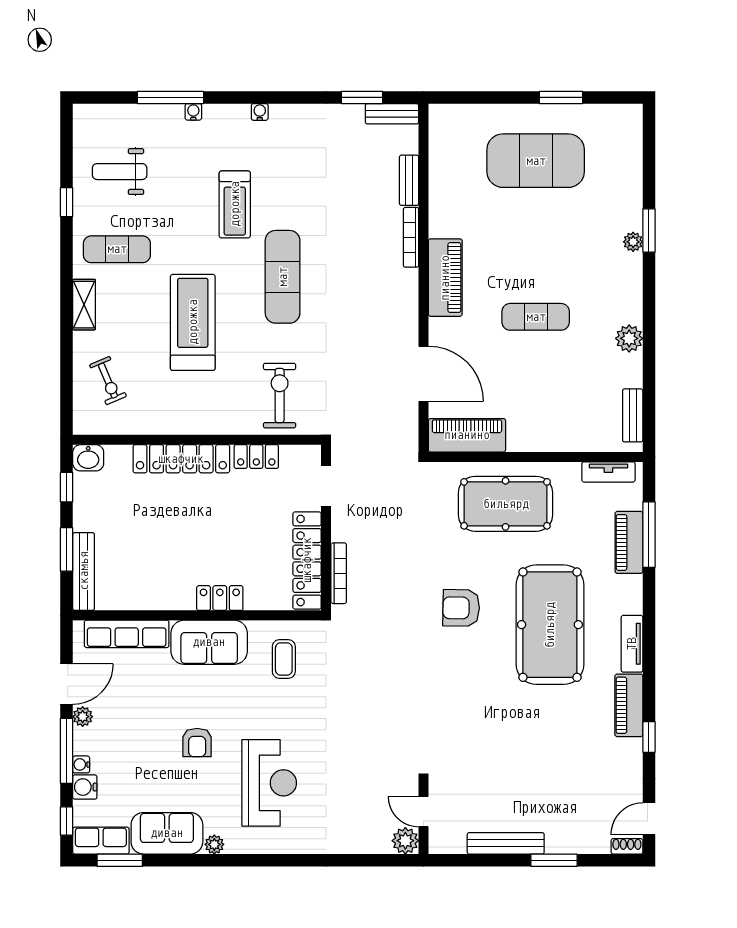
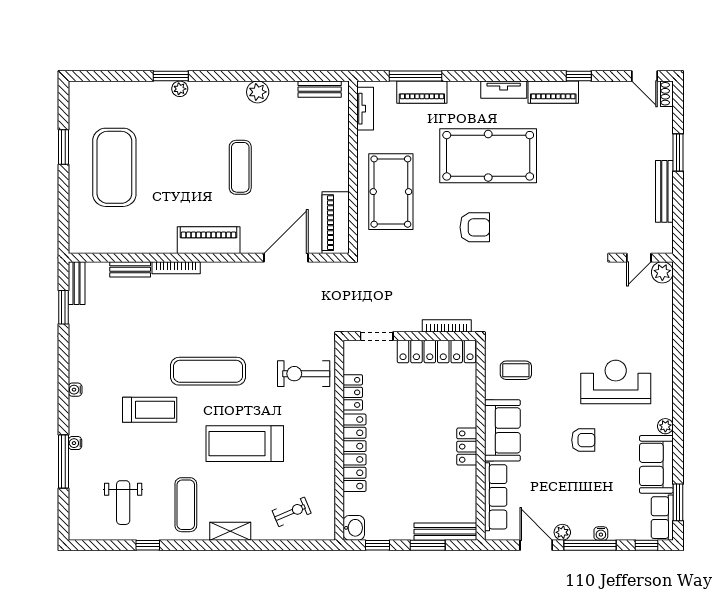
locker: (220, 598) -> (467, 447), moved
armchair: (461, 608) -> (475, 227), turned -91
water cooler: (85, 787) -> (619, 531), removed

